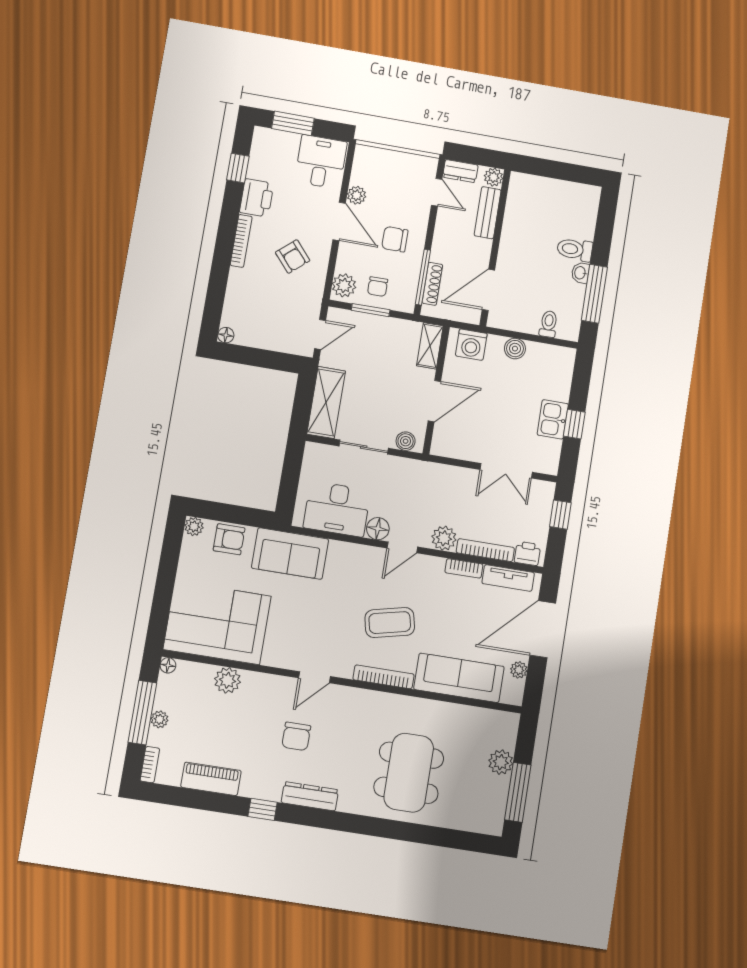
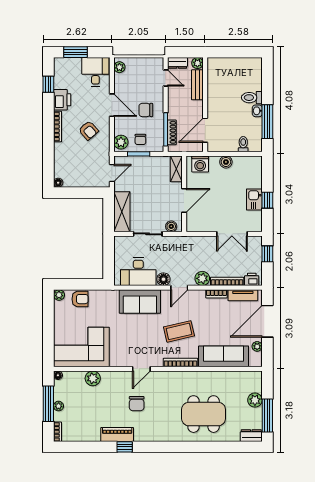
plant: (357, 195) -> (119, 67), moved
sofa: (290, 554) -> (140, 301), moved
dining table: (409, 773) -> (204, 414), turned 90
piano: (211, 779) -> (117, 434), moved
dresser: (310, 796) -> (251, 436), moved, width x0.70

